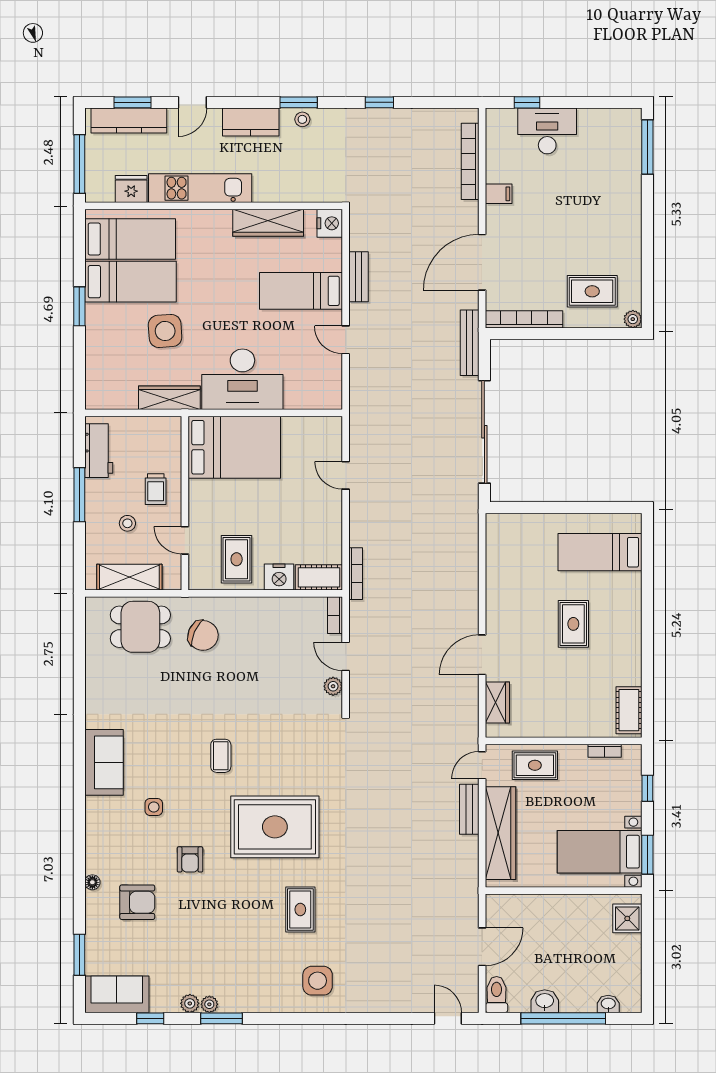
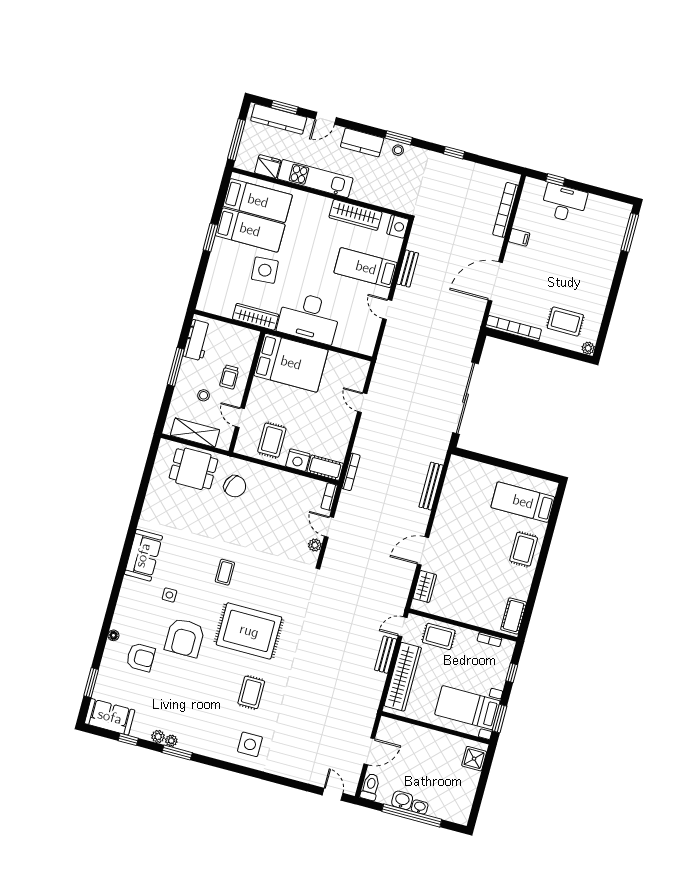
bench: (470, 343) -> (431, 486), moved
rug: (573, 624) -> (524, 549), moved
armchair: (190, 859) -> (185, 638), width x1.88, depth x1.88
washbasin: (608, 1004) -> (420, 807), moved

